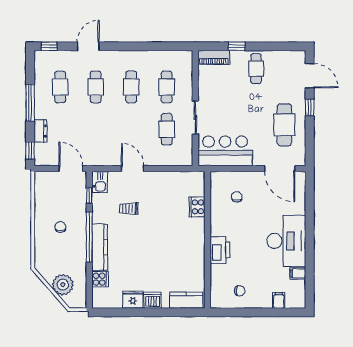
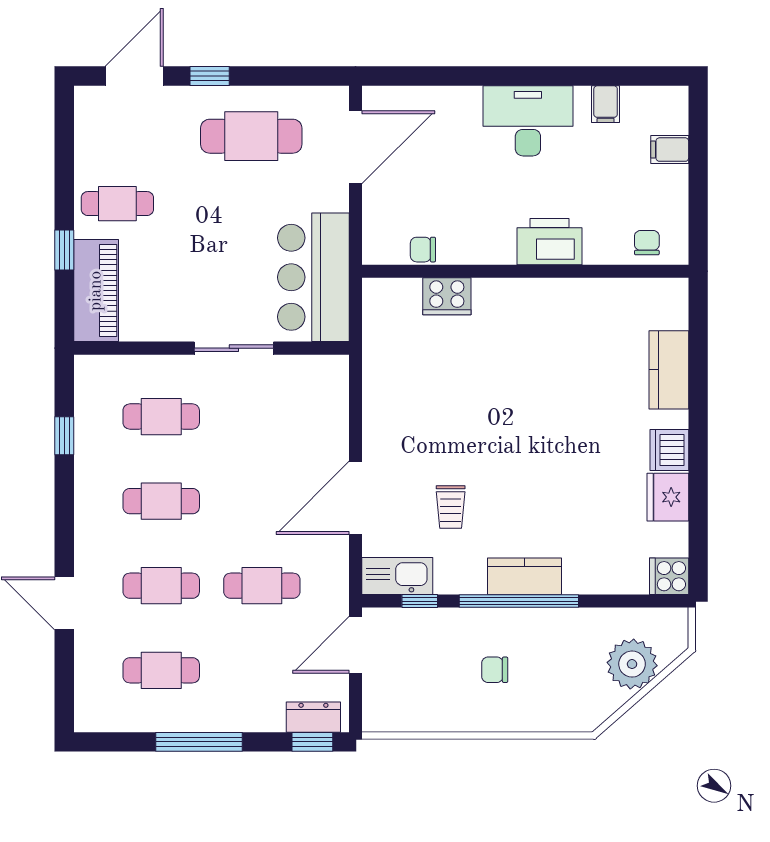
window: (49, 46) -> (64, 436), moved
piano: (214, 57) -> (96, 291), width x1.37, depth x1.33
cafe table: (167, 129) -> (262, 586), moved
dresser: (41, 131) -> (313, 717), moved
door: (133, 169) -> (356, 498), width x1.36
kitchen sink: (100, 182) -> (397, 576), width x1.38
cooker: (197, 207) -> (447, 296), moved
wall: (207, 240) -> (525, 271), moved
desk: (286, 241) -> (528, 121), width x0.73, depth x0.77
kitchen counter: (100, 247) -> (524, 576), width x0.67
printer: (220, 250) -> (550, 242), moved
cooker: (100, 279) -> (669, 576), moved, turned -90

